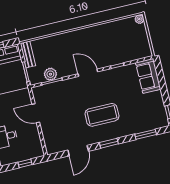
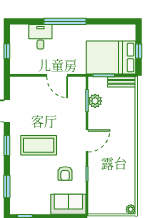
armchair: (121, 85) -> (65, 173), added
door: (36, 113) -> (57, 75), swing flipped
coffee table: (102, 115) -> (39, 145), turned 90

